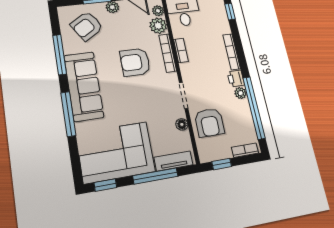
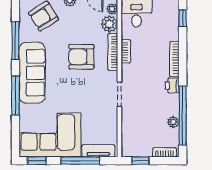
plant: (241, 93) -> (173, 122), moved
armchair: (209, 123) -> (138, 123), removed
floor lamp: (182, 124) -> (112, 120), removed

